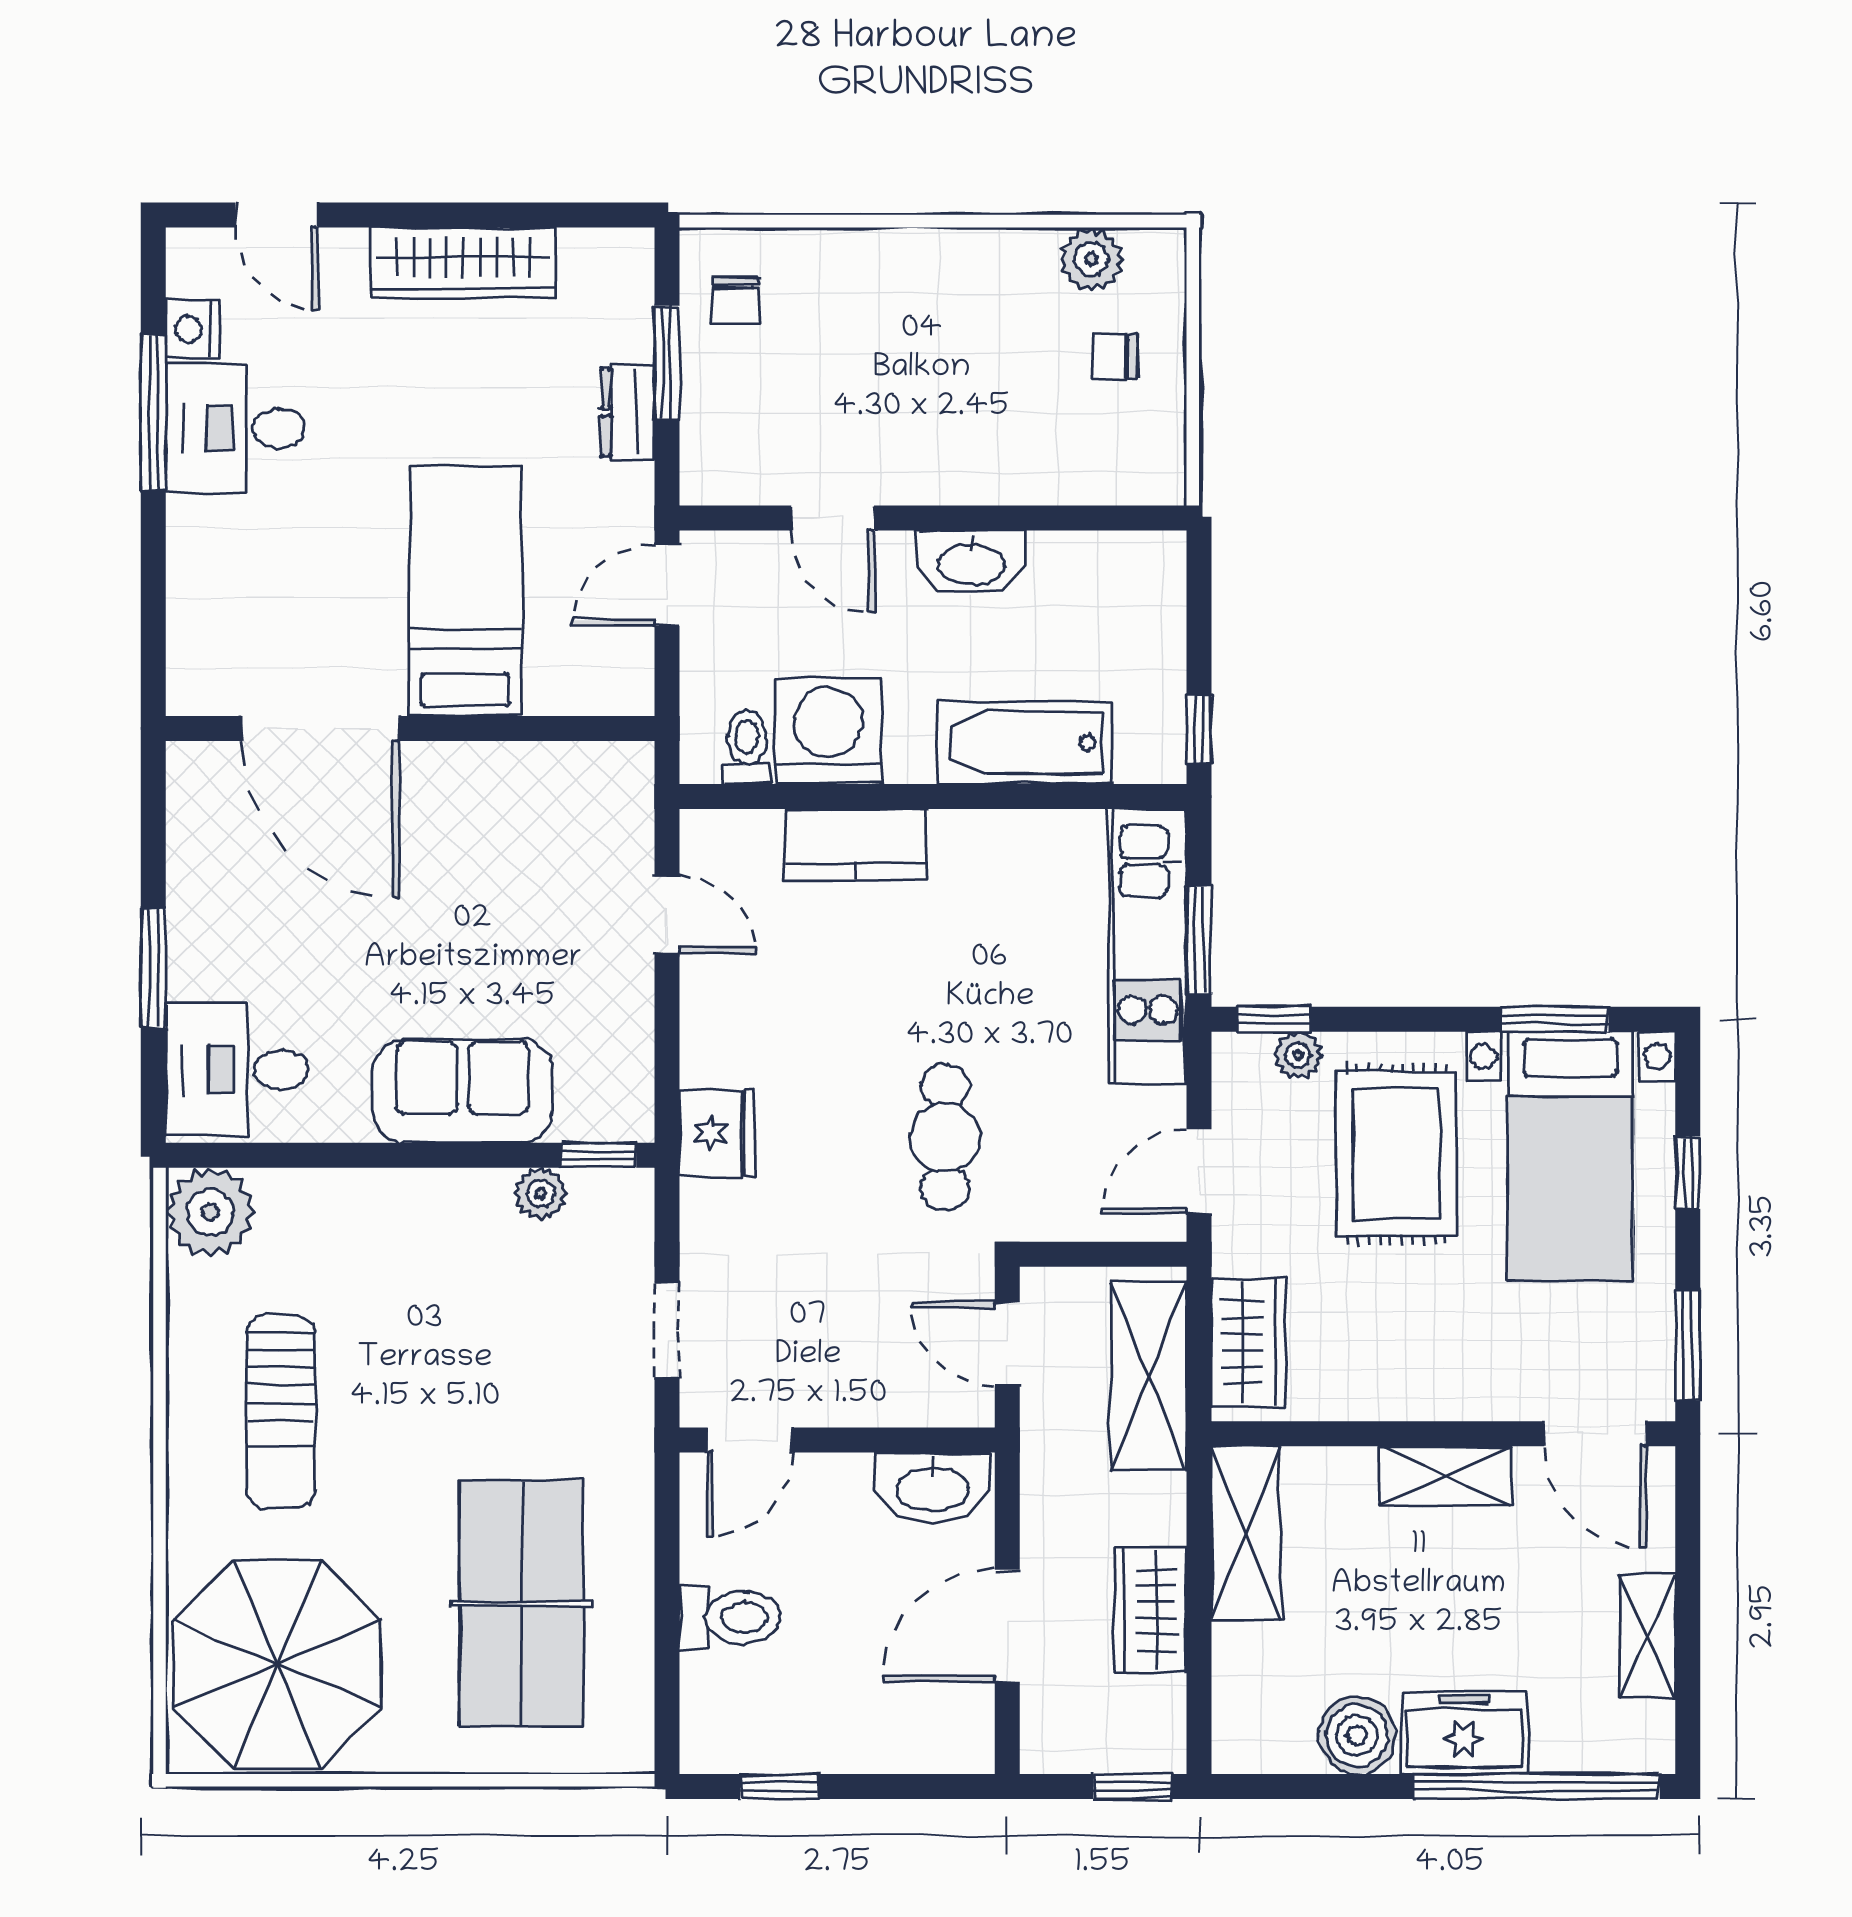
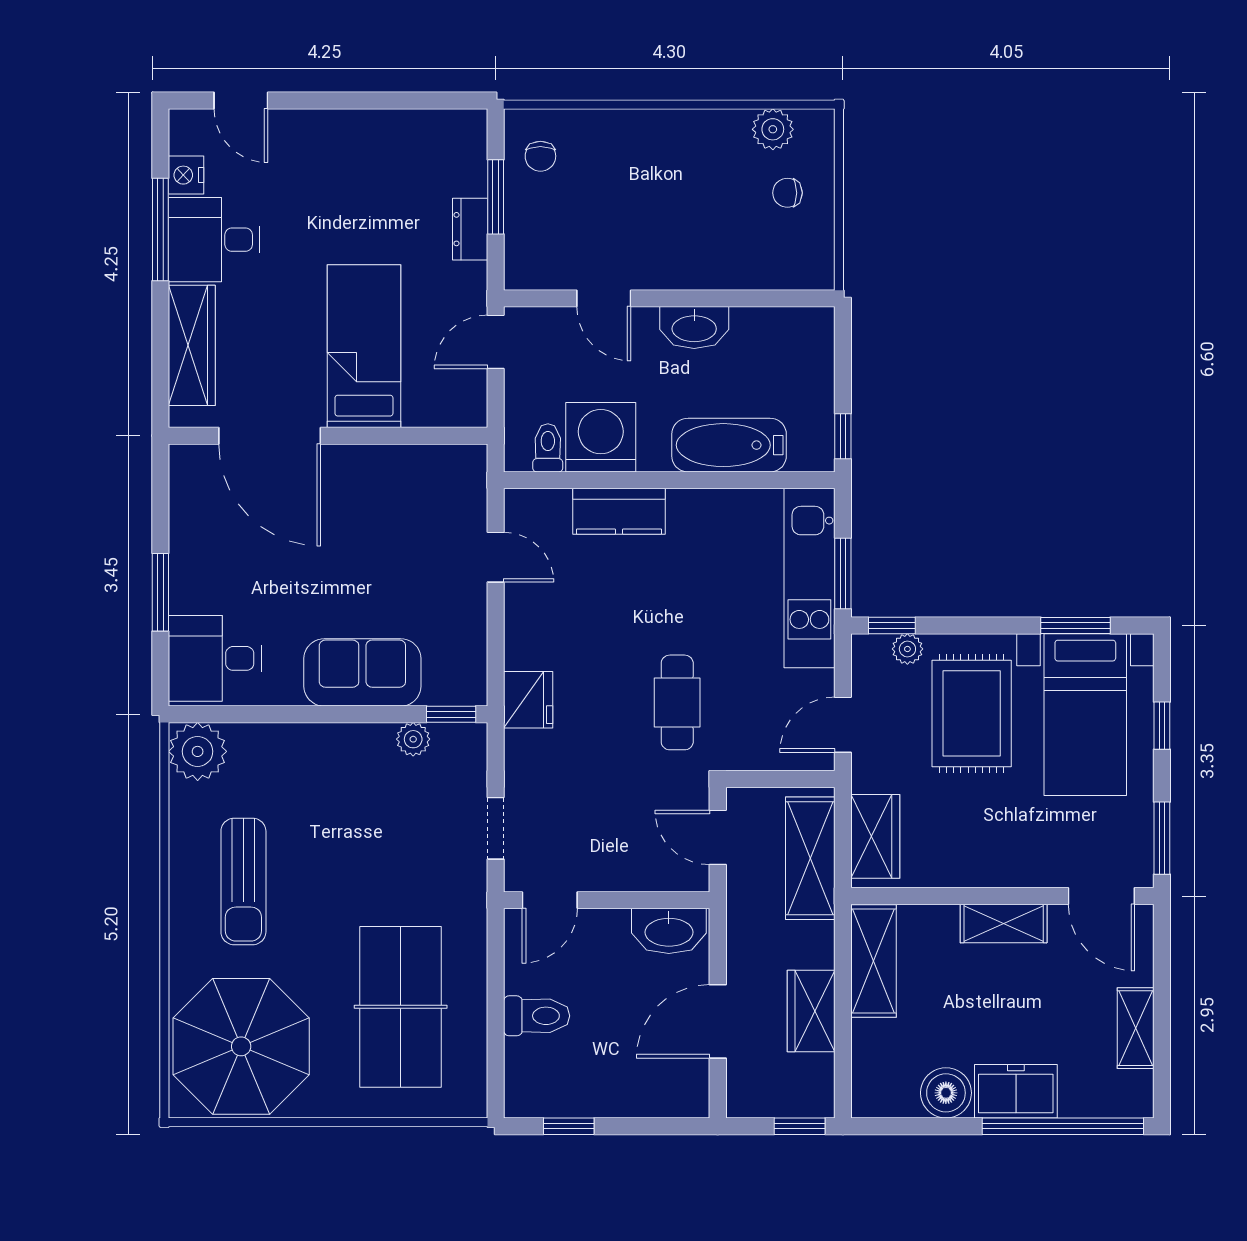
wardrobe: (464, 263) -> (192, 345), moved, turned -90

